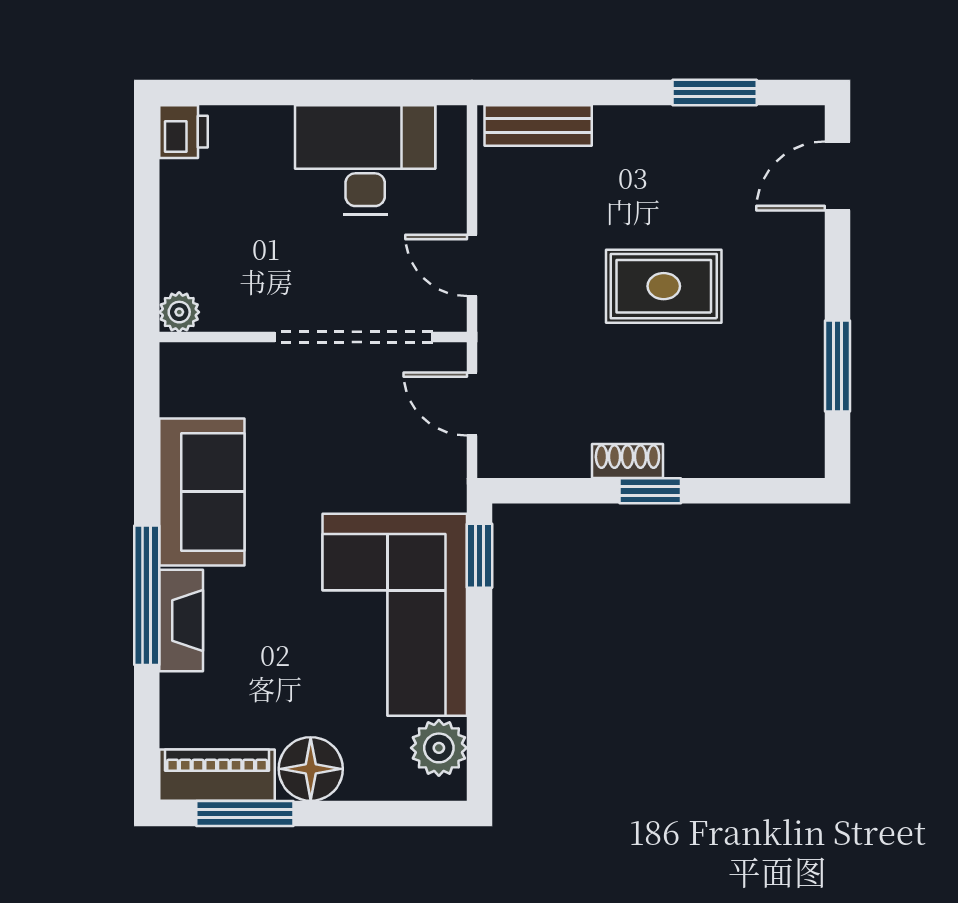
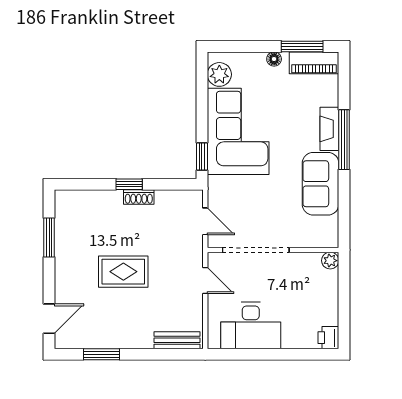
floor lamp: (311, 769) -> (274, 59), width x0.53, depth x0.53

